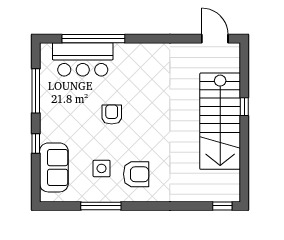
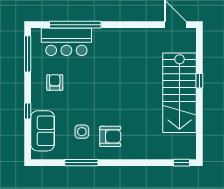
window: (36, 91) -> (28, 54), moved
armchair: (112, 114) -> (55, 82), moved

